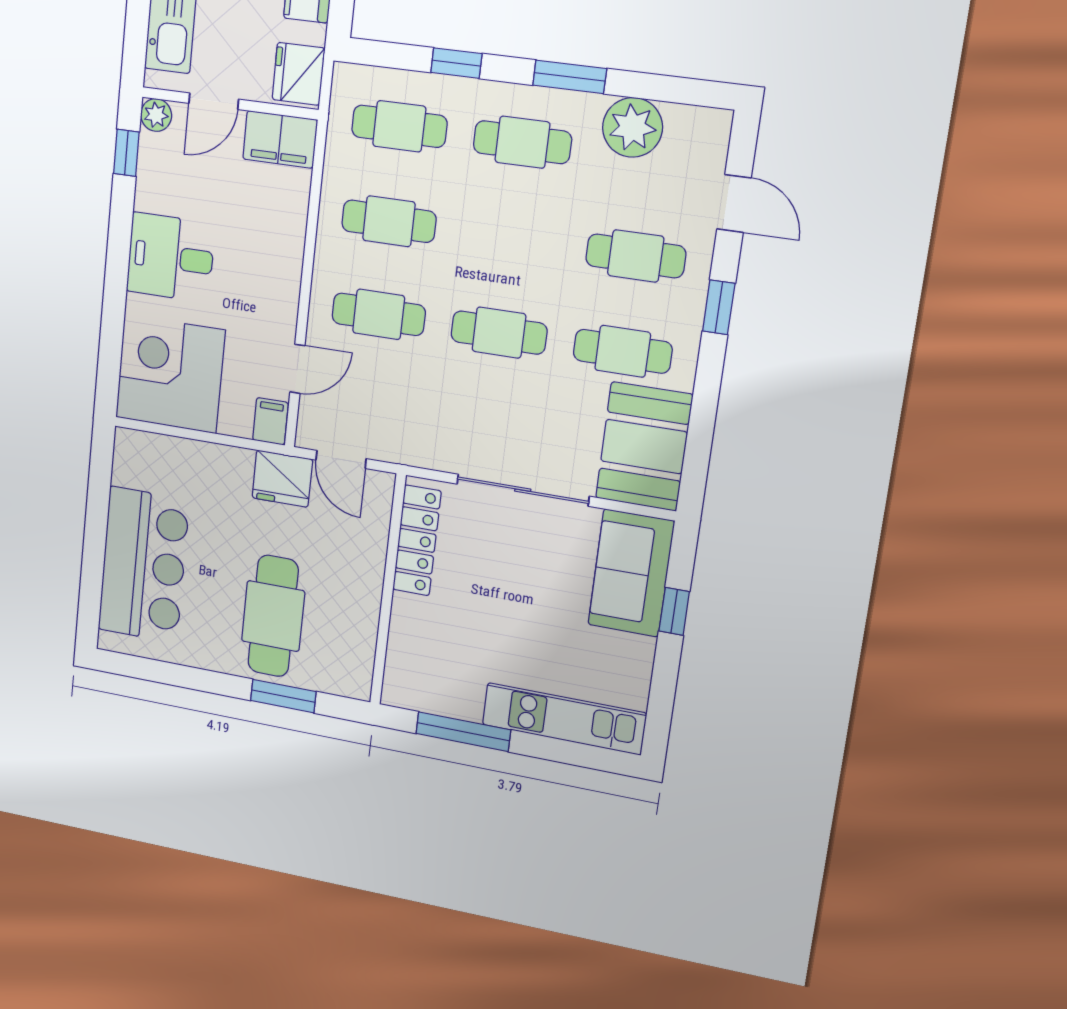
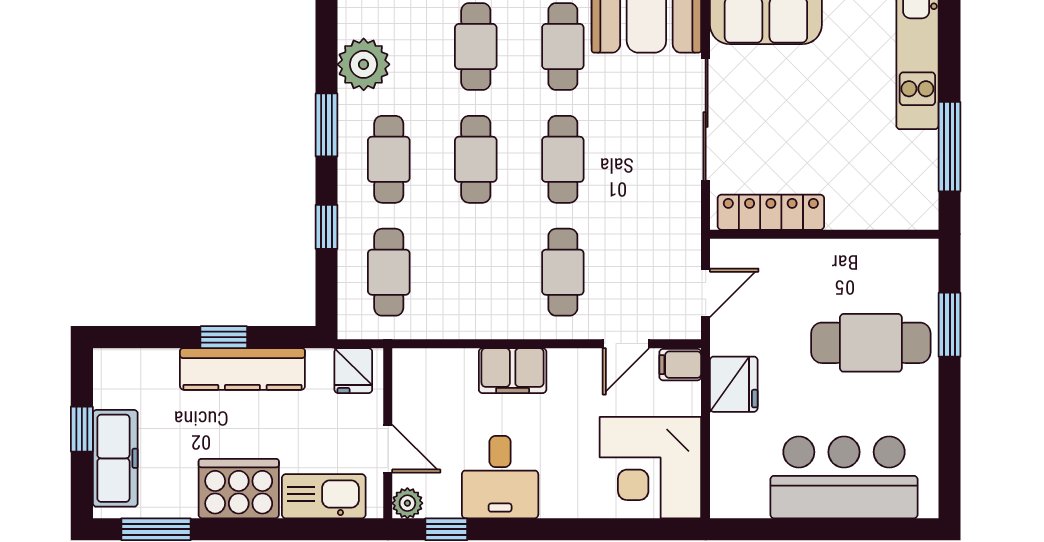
fridge: (298, 74) -> (353, 371), width x0.72
filing cabinet: (280, 139) -> (513, 371), moved, turned 90
cafe table: (389, 221) -> (476, 159), moved
desk: (171, 257) -> (500, 477), moved
door: (297, 369) -> (626, 344), swing flipped
fridge: (282, 479) -> (734, 384), moved

